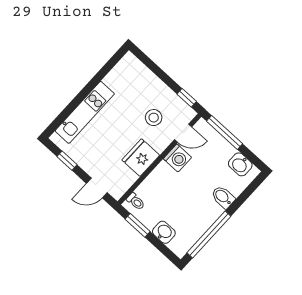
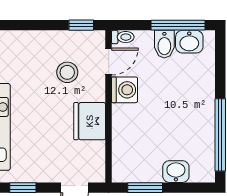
window: (225, 132) -> (178, 25), moved
bidet: (223, 197) -> (164, 44), moved, turned -90
toilet: (136, 201) -> (123, 37), moved

